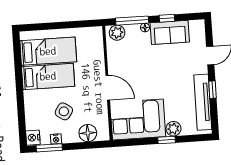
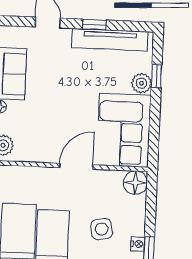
side table: (64, 111) -> (102, 229), turned 45
floor lamp: (88, 133) -> (135, 183), moved
window: (167, 140) -> (157, 76), moved

